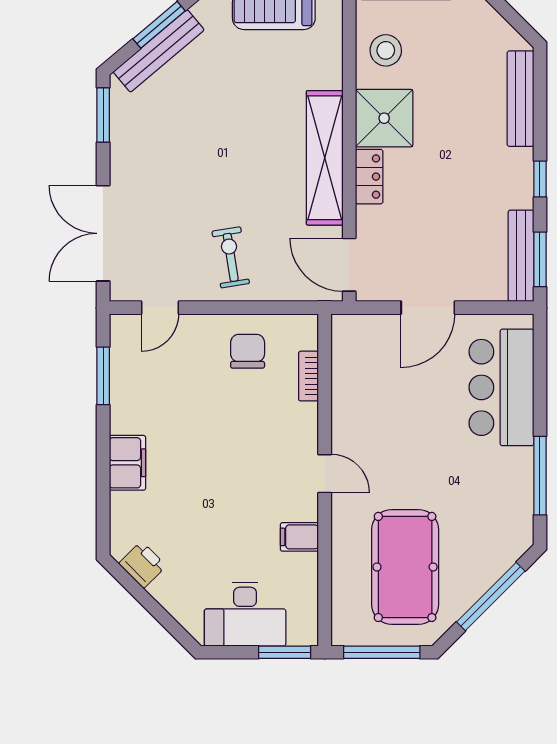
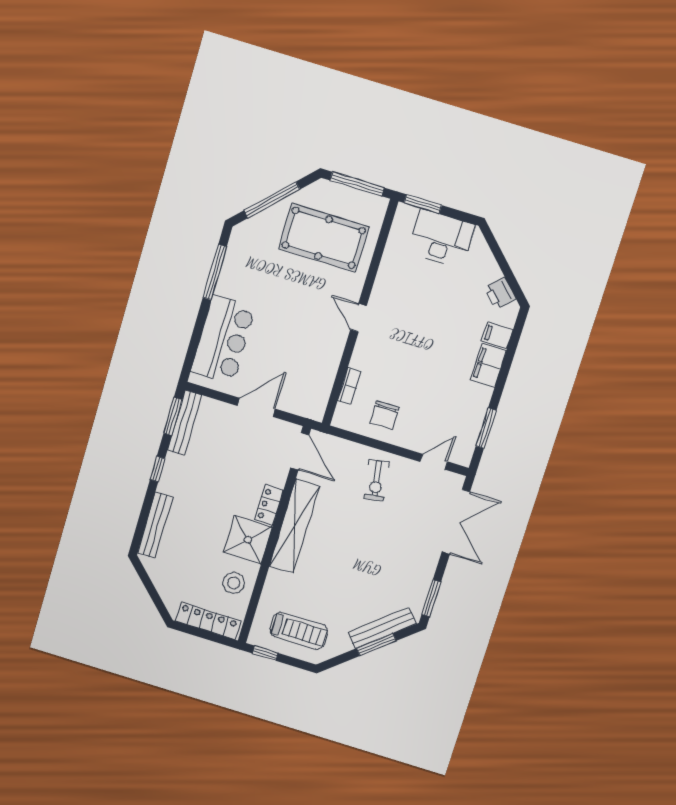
filing cabinet: (299, 537) -> (497, 335), moved, turned 180
pool table: (405, 567) -> (324, 238), turned 90

